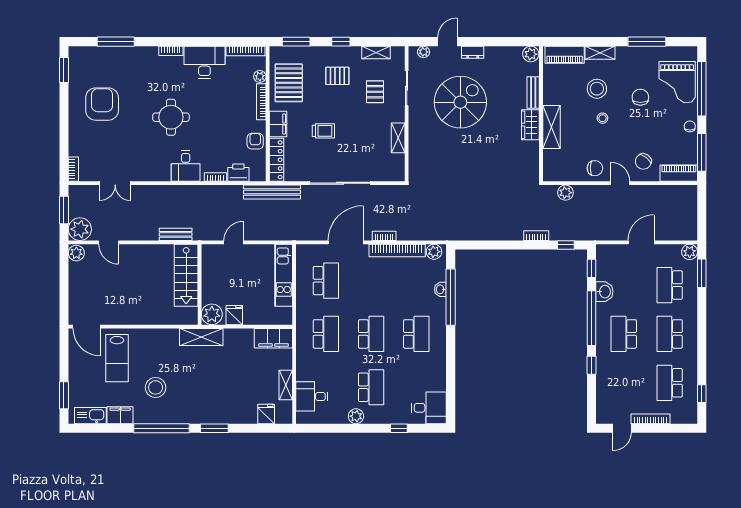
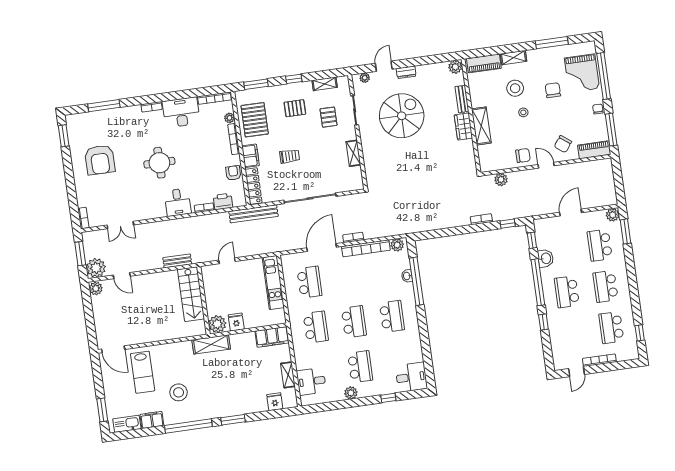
armchair: (102, 104) -> (100, 160), turned 180

